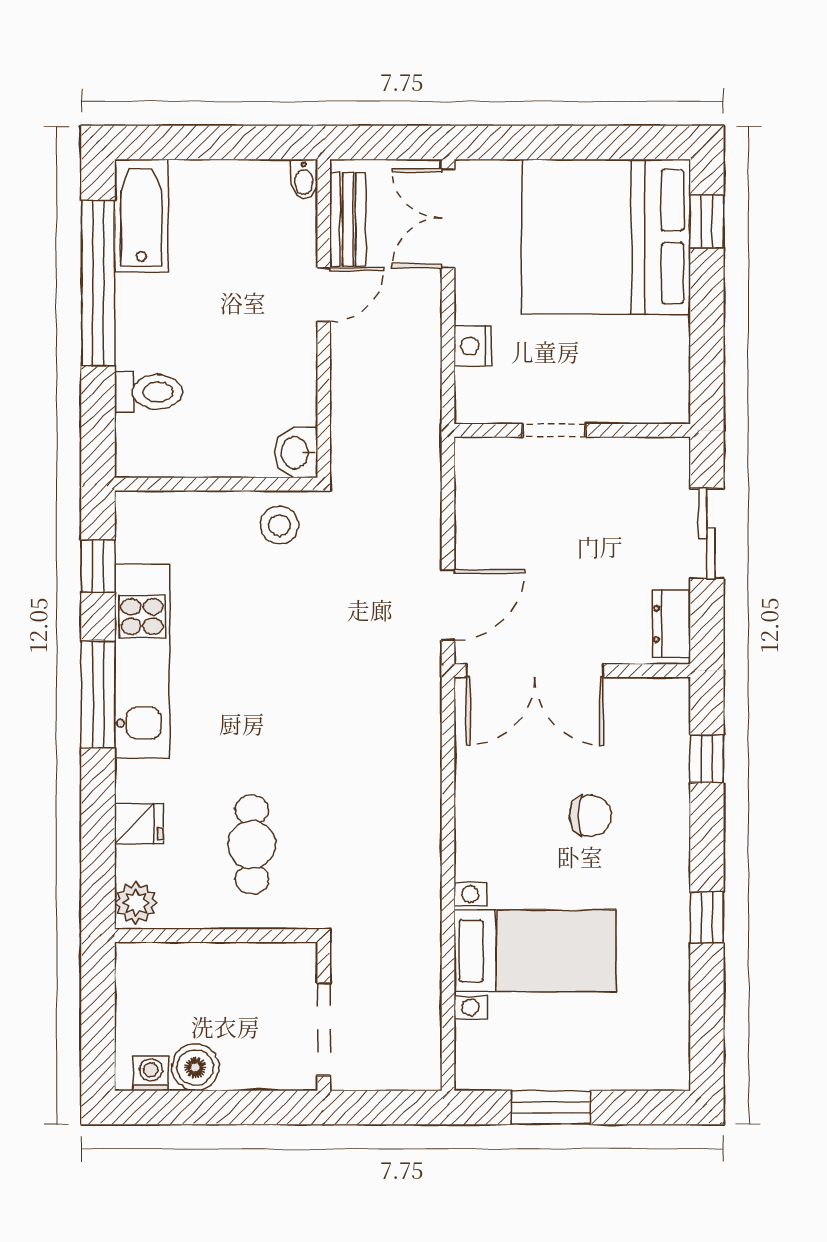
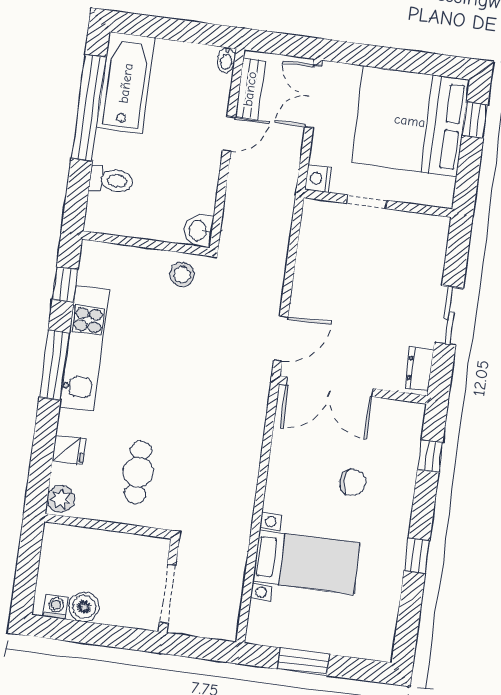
bathtub: (141, 216) -> (126, 83), width x1.36, depth x1.36
doorway: (554, 430) -> (367, 202), moved
wall: (572, 430) -> (378, 203), moved

